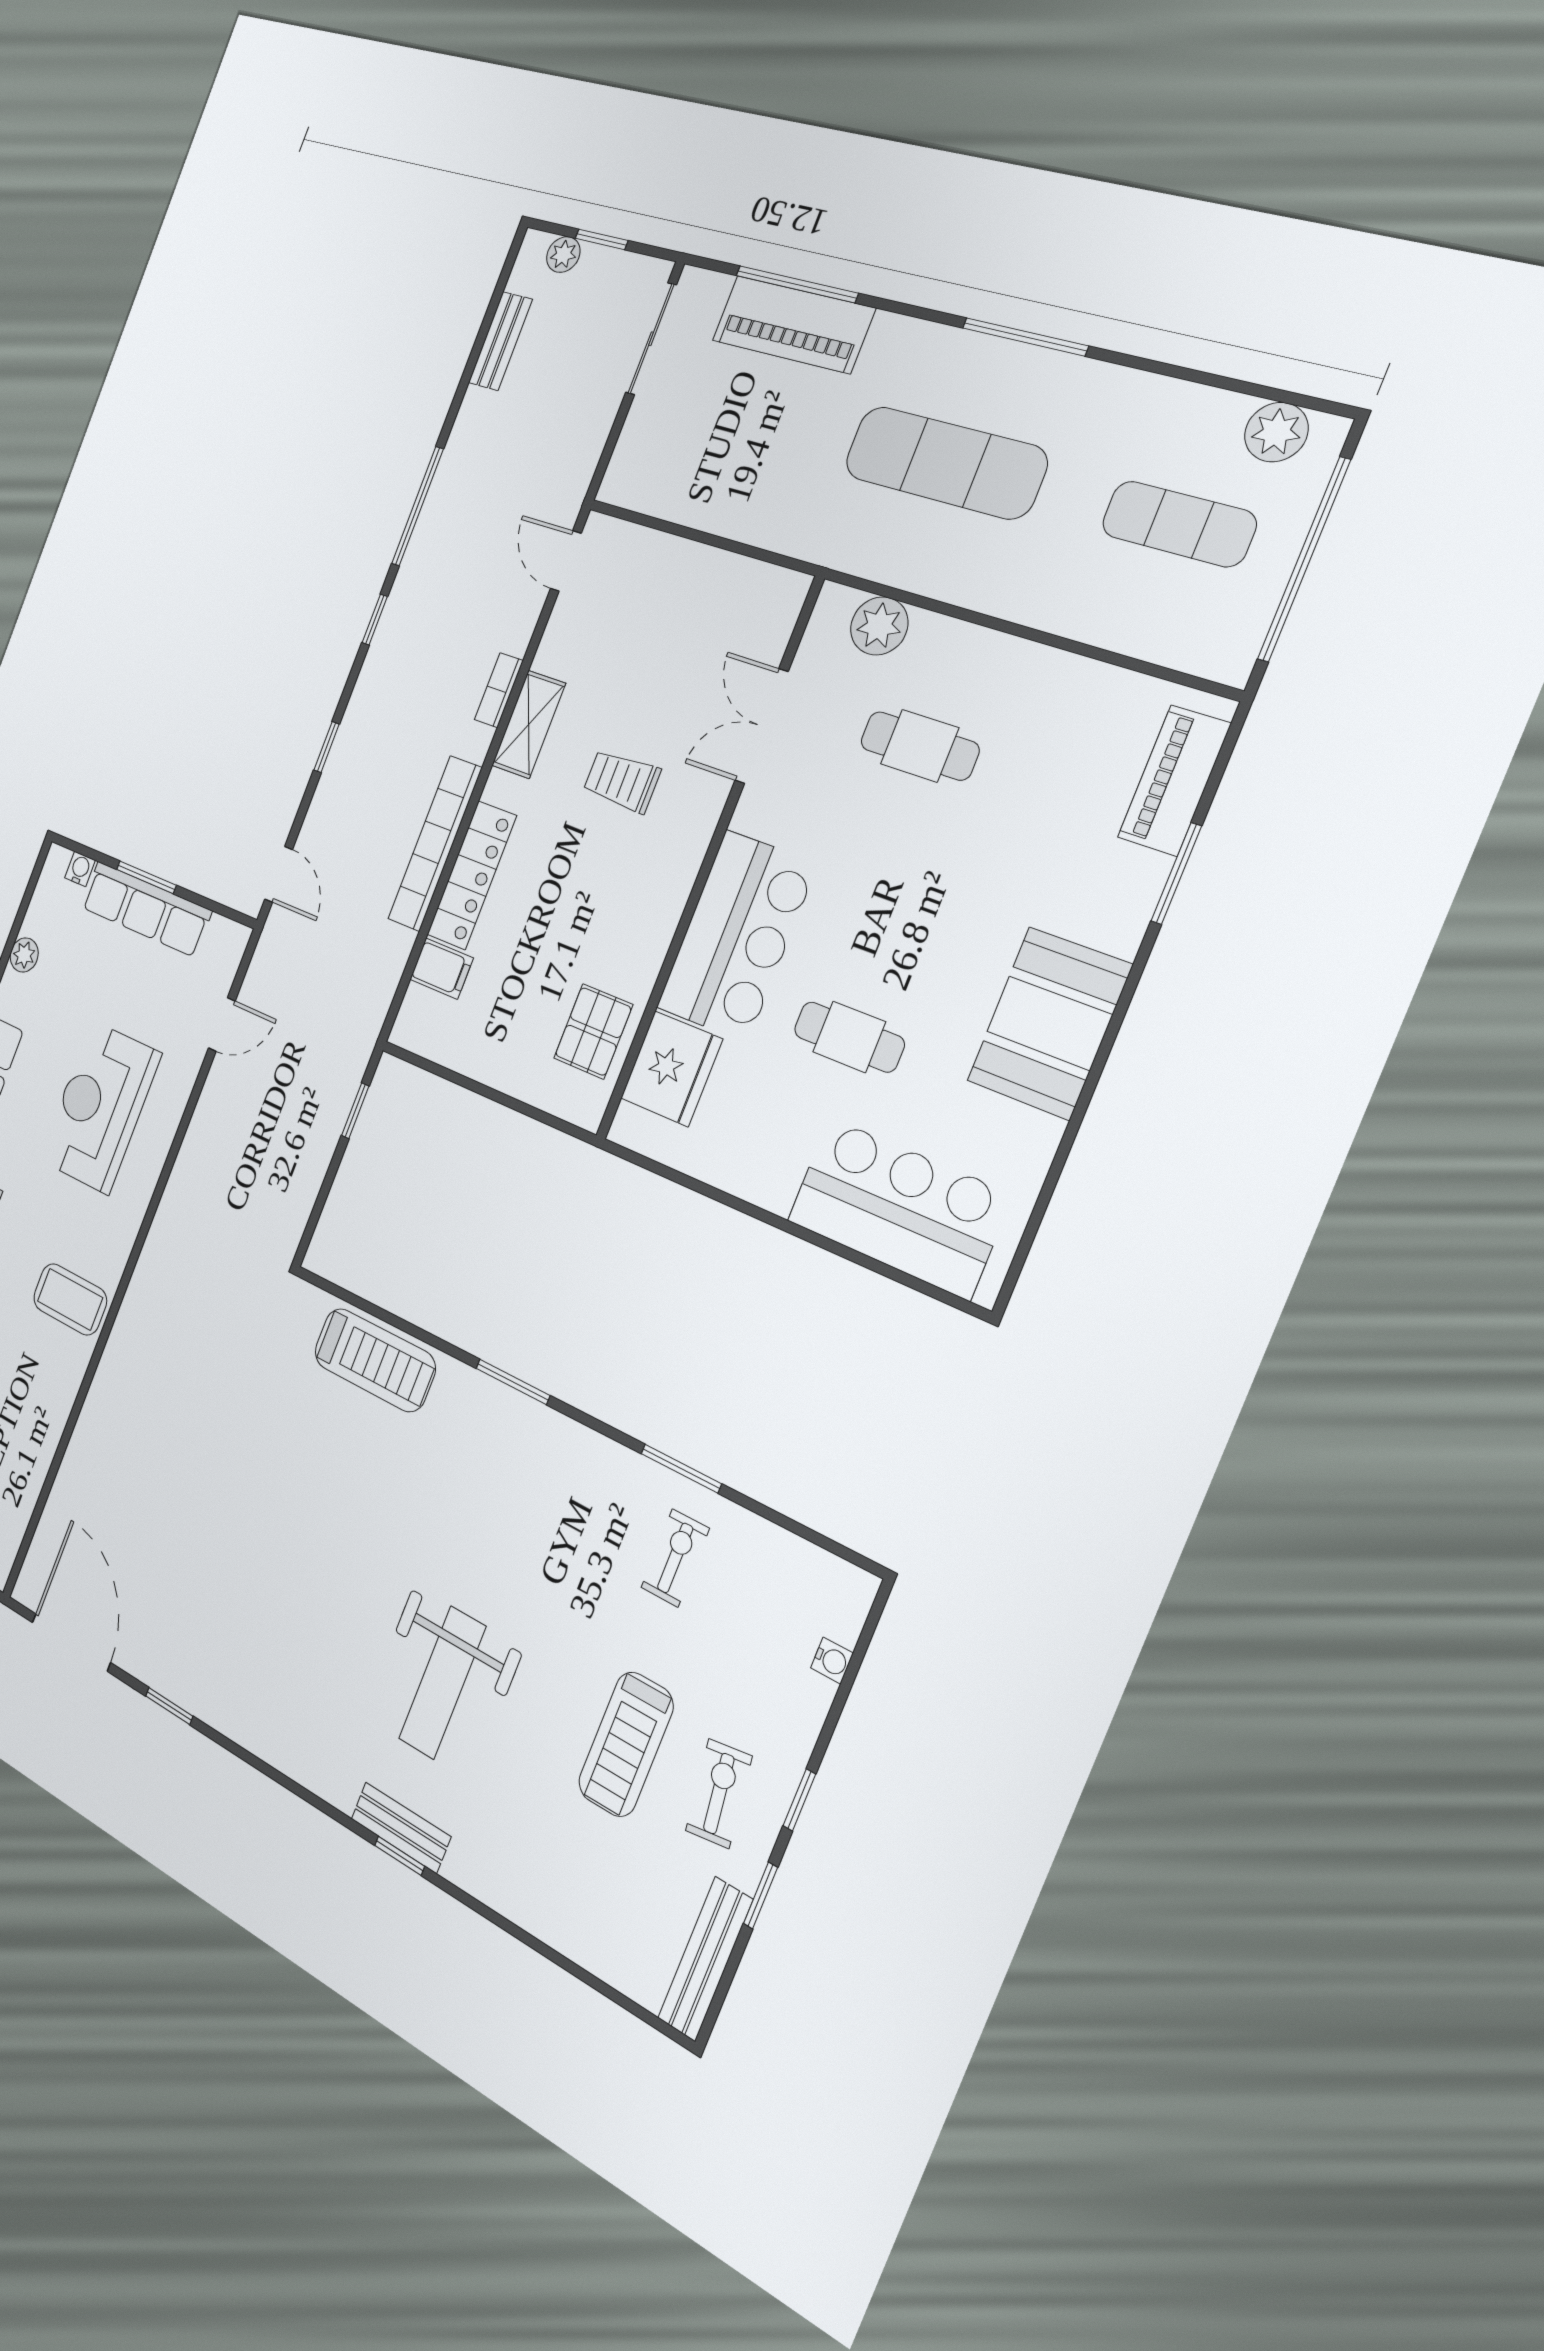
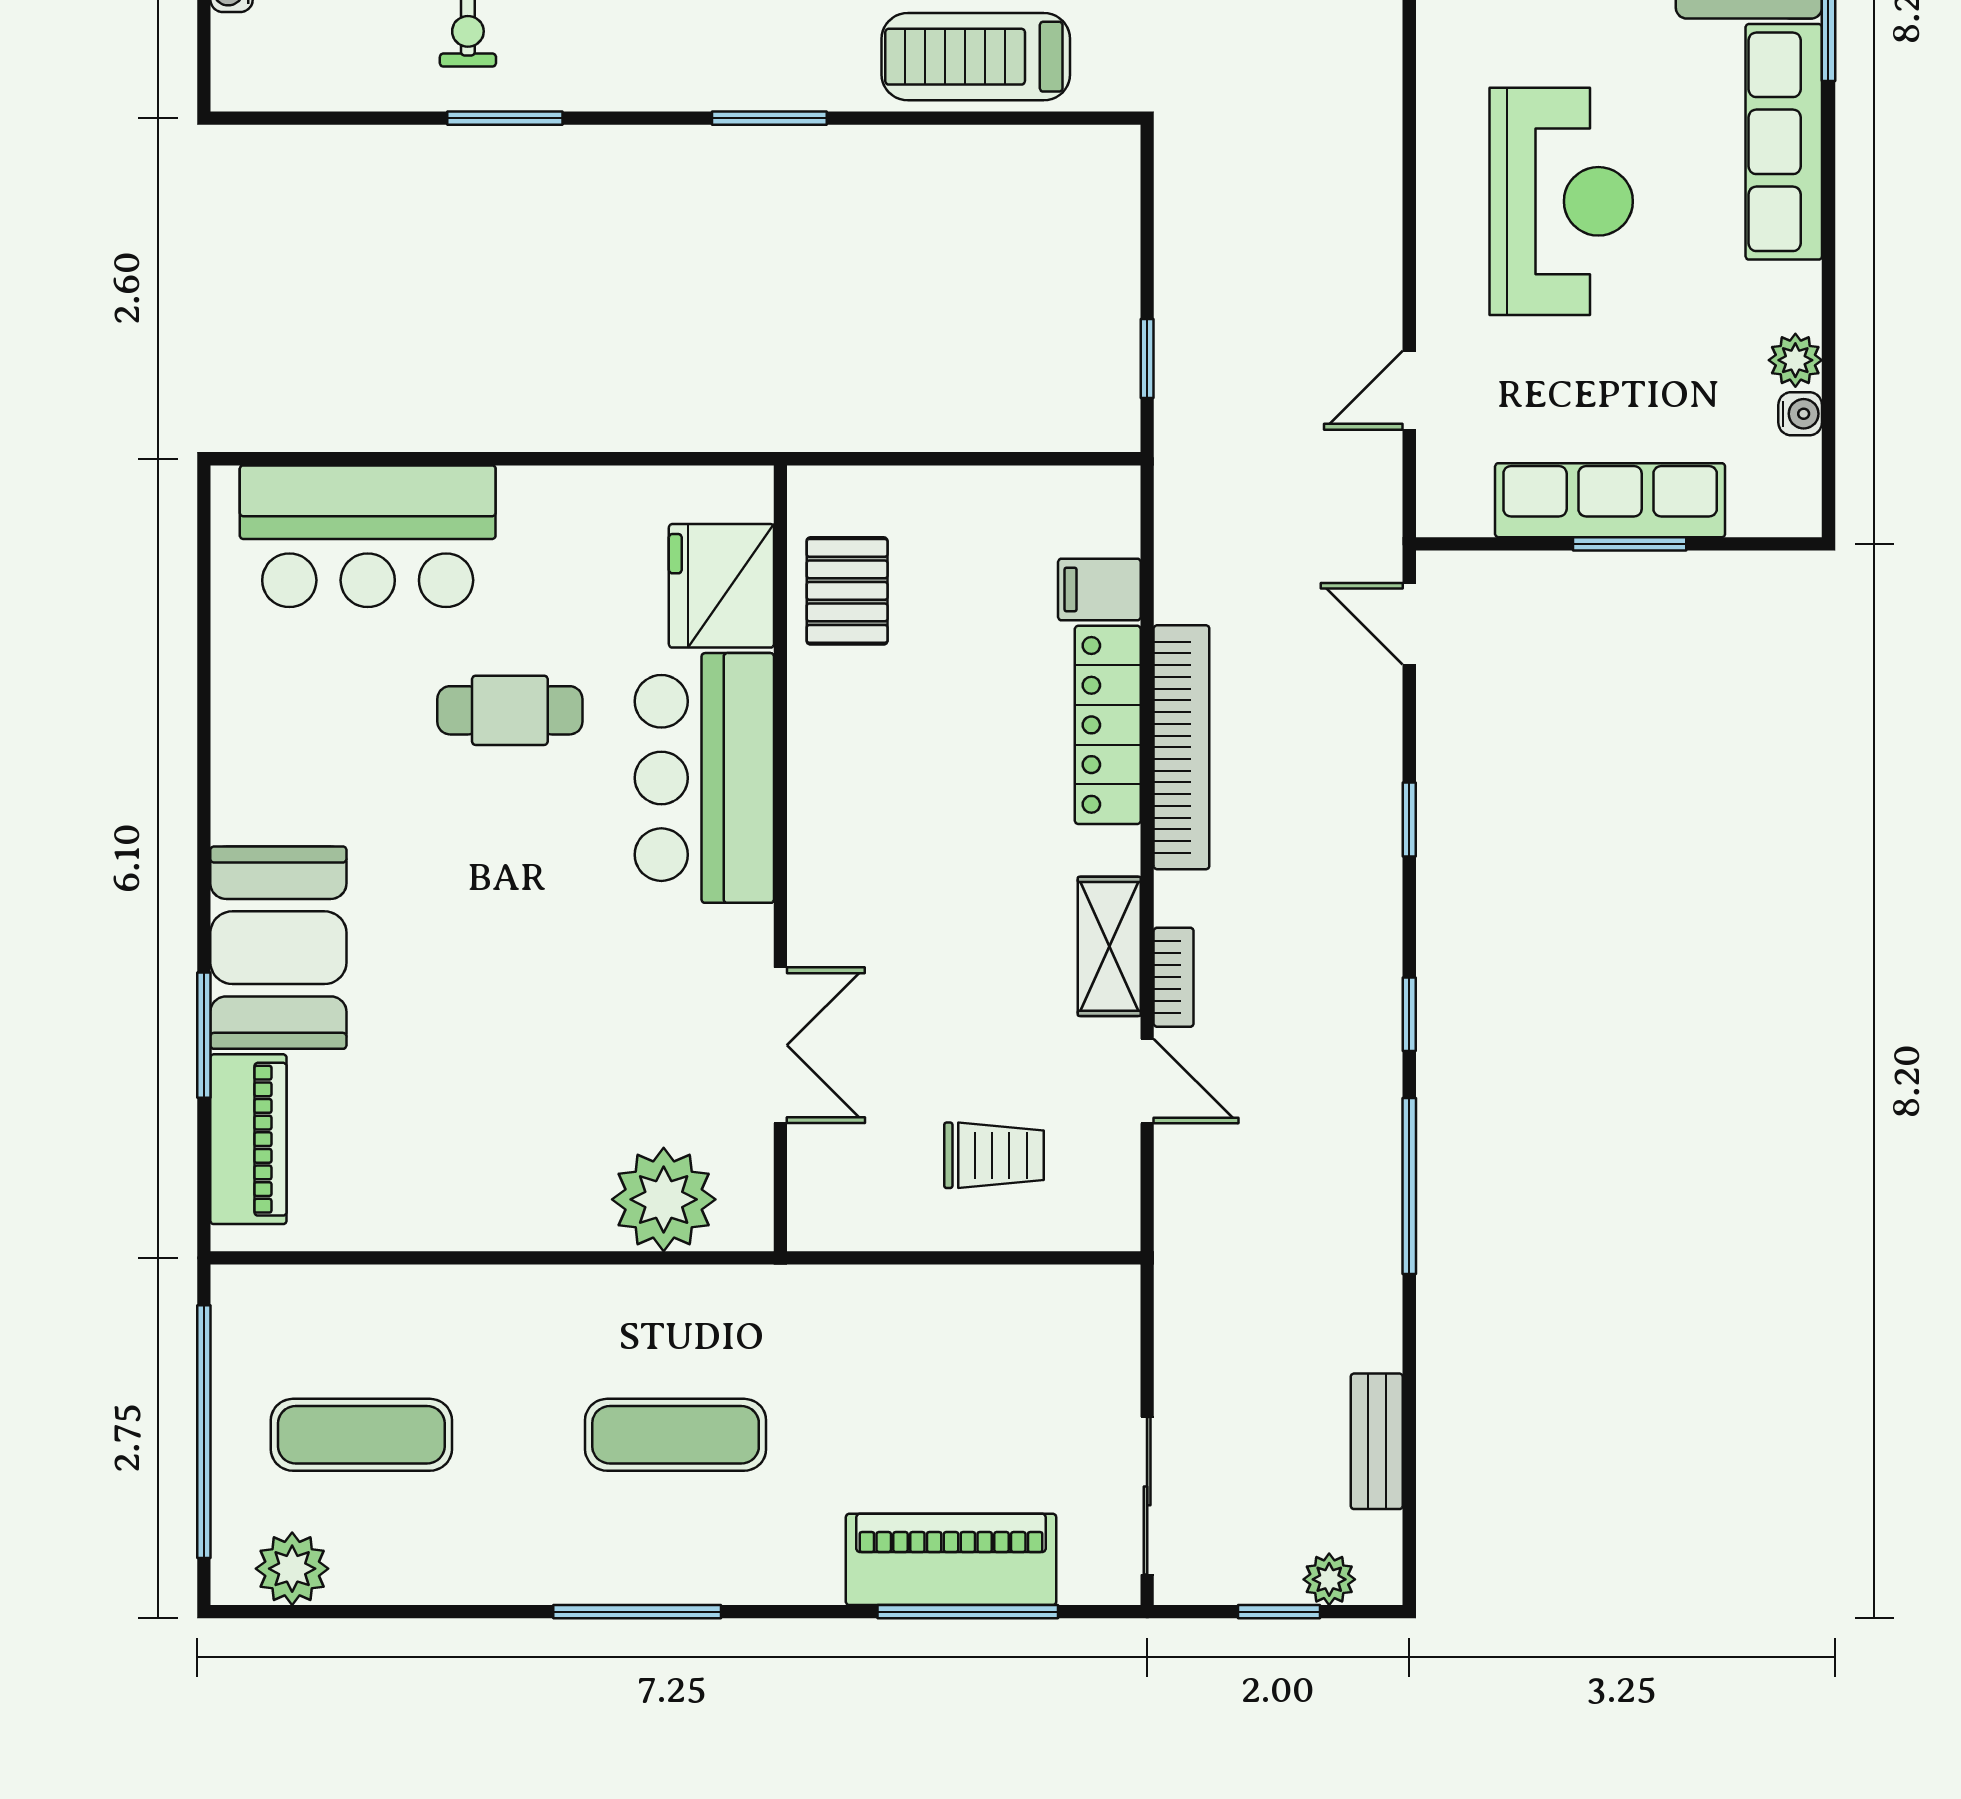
exercise mat: (945, 463) -> (676, 1435), width x0.73, depth x0.69
door: (566, 561) -> (1147, 1081), moved
plant: (879, 626) -> (664, 1199), width x1.36, depth x1.36
cafe table: (920, 746) -> (566, 1084), removed
trolley: (622, 781) -> (994, 1155), moved
water cooler: (80, 869) -> (1800, 414), moved, turned -90
booth: (1049, 1023) -> (278, 948), moved

